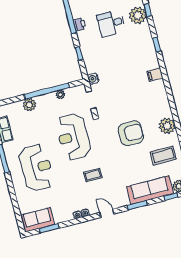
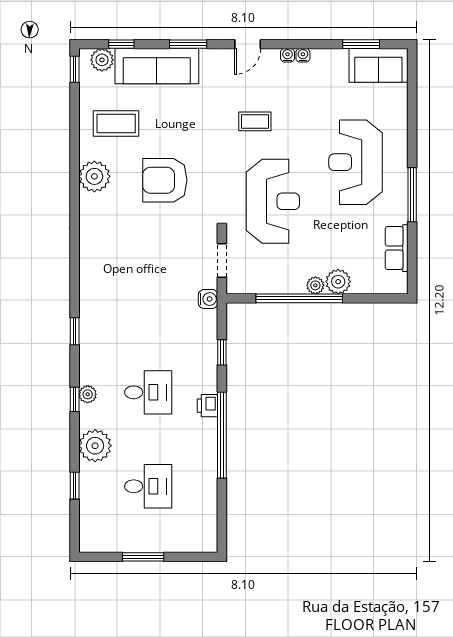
plant: (138, 15) -> (88, 394), width x0.53, depth x0.53
filing cabinet: (155, 75) -> (92, 277), removed
plant: (60, 95) -> (315, 285), moved
door: (107, 213) -> (248, 44), hinge flipped

